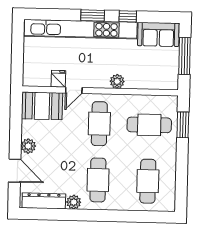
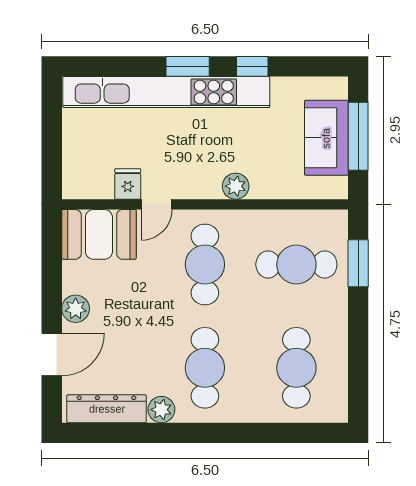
sofa: (158, 34) -> (326, 138), moved, turned 90
door: (15, 171) -> (52, 354), hinge flipped

